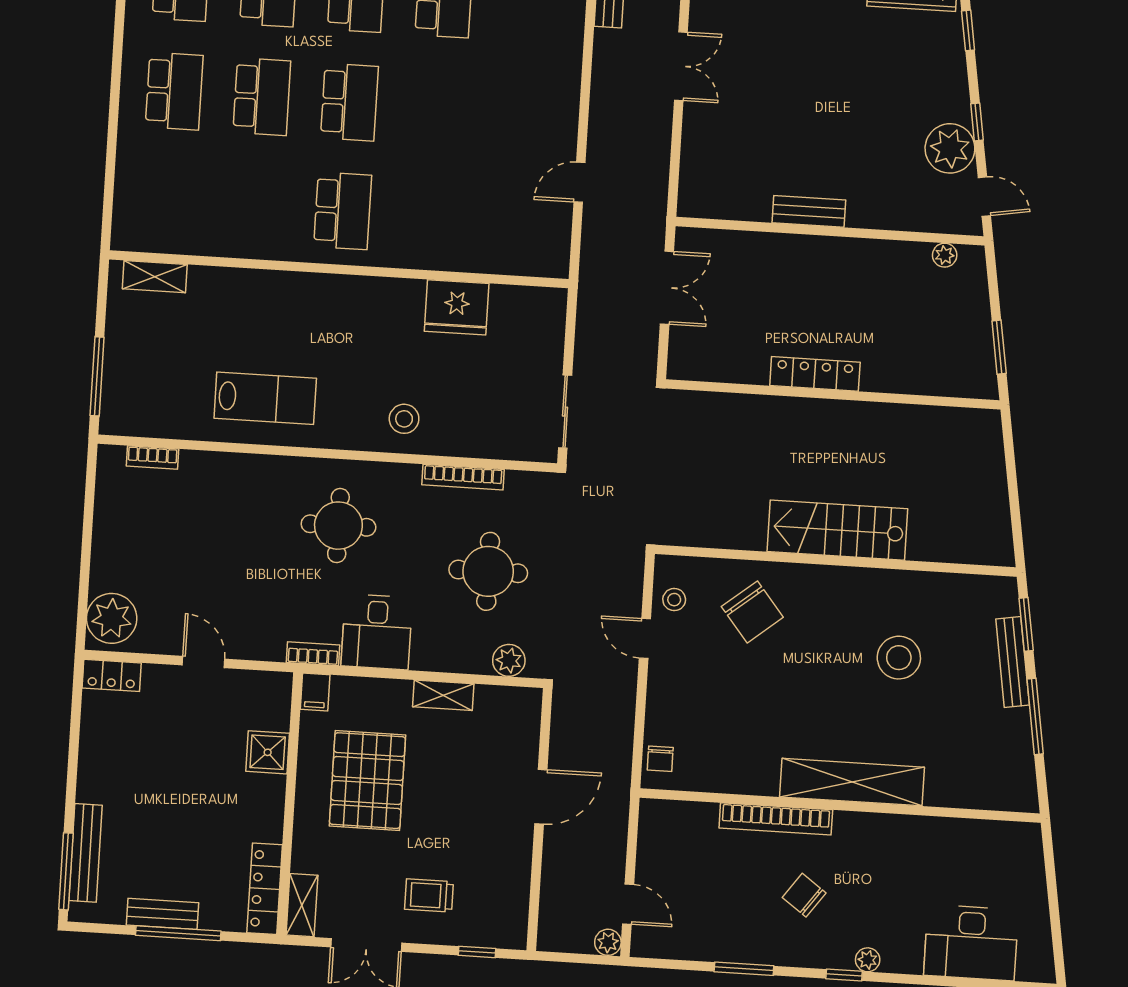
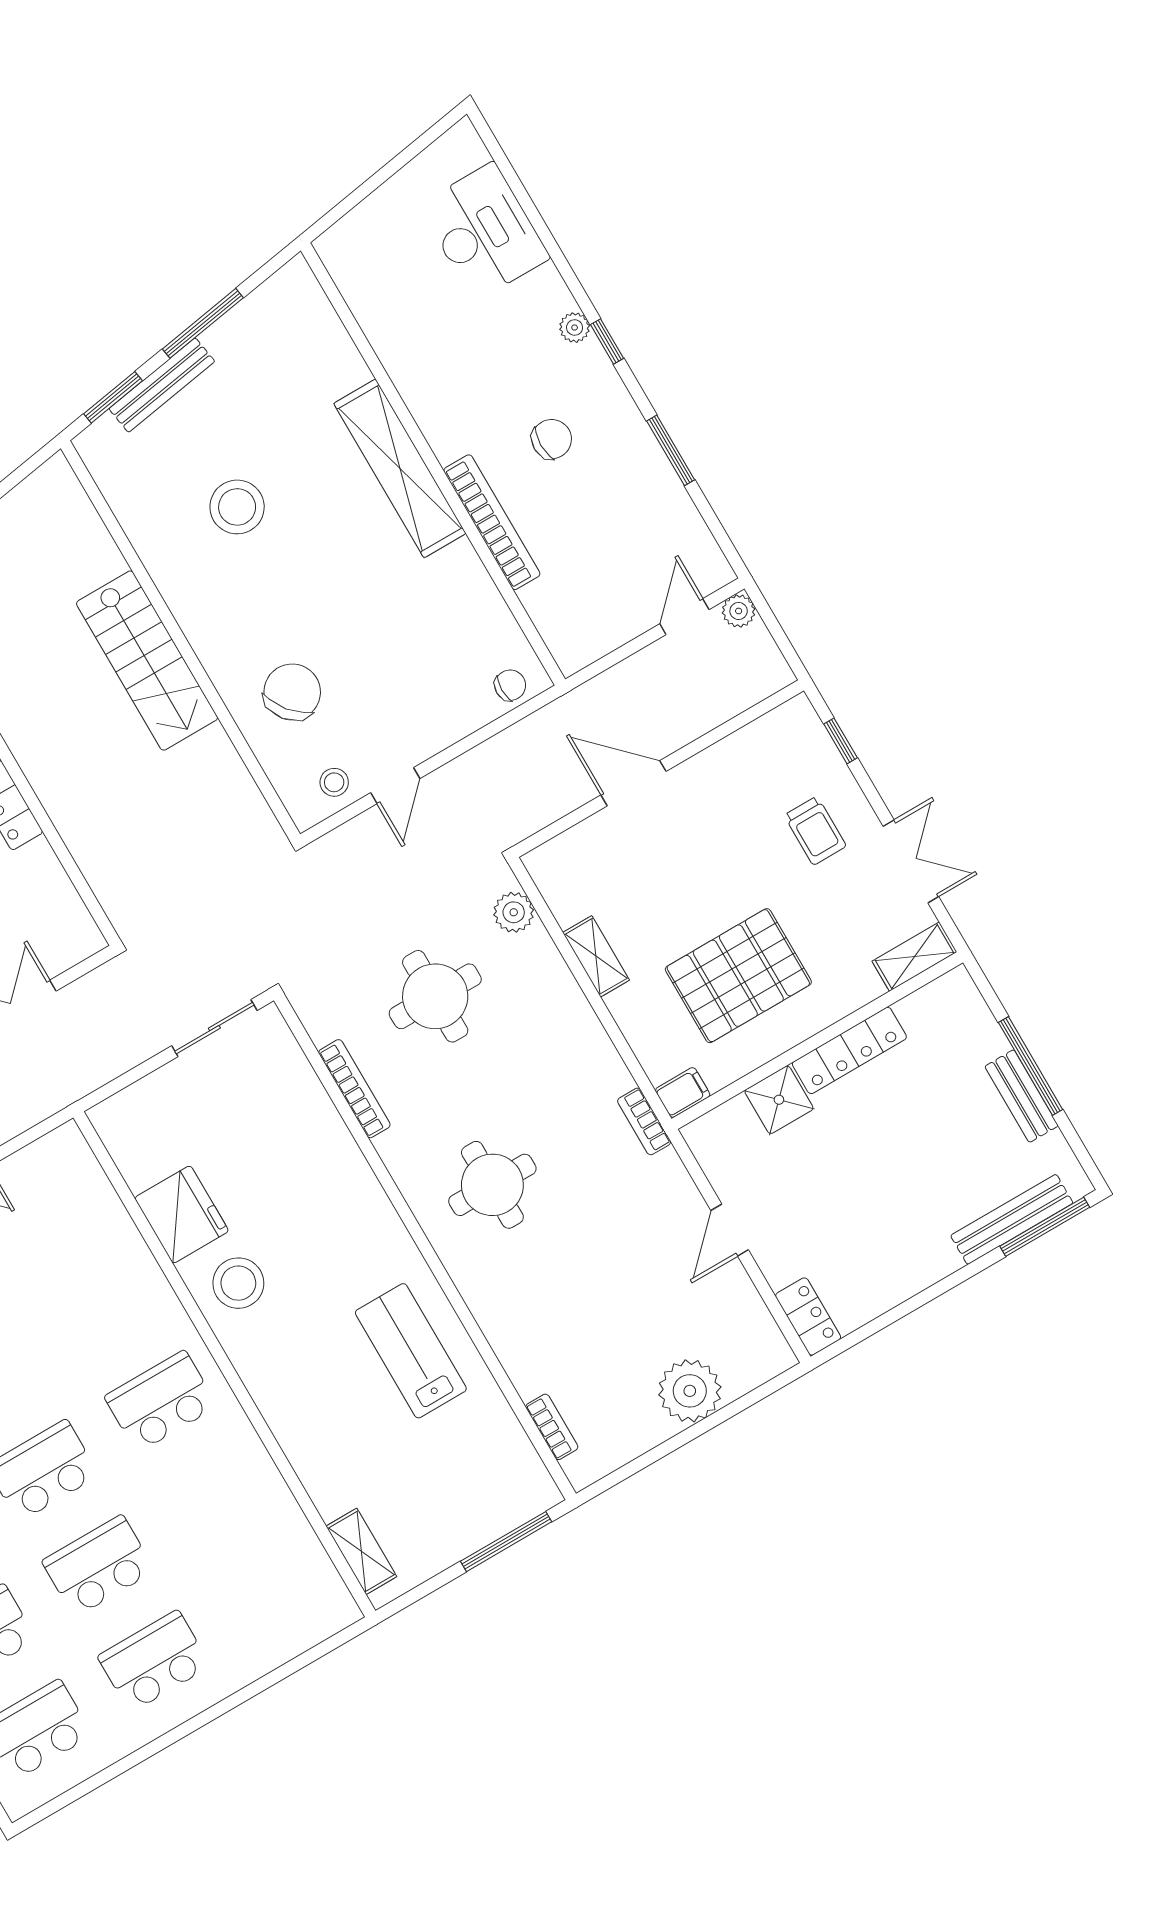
stool: (404, 419) -> (238, 1283), moved, width x1.38, depth x1.38
plant: (112, 618) -> (690, 1391), moved
desk: (377, 632) -> (577, 1070), removed
locker: (265, 889) -> (849, 1050), moved
chair: (804, 895) -> (552, 439), turned -126

